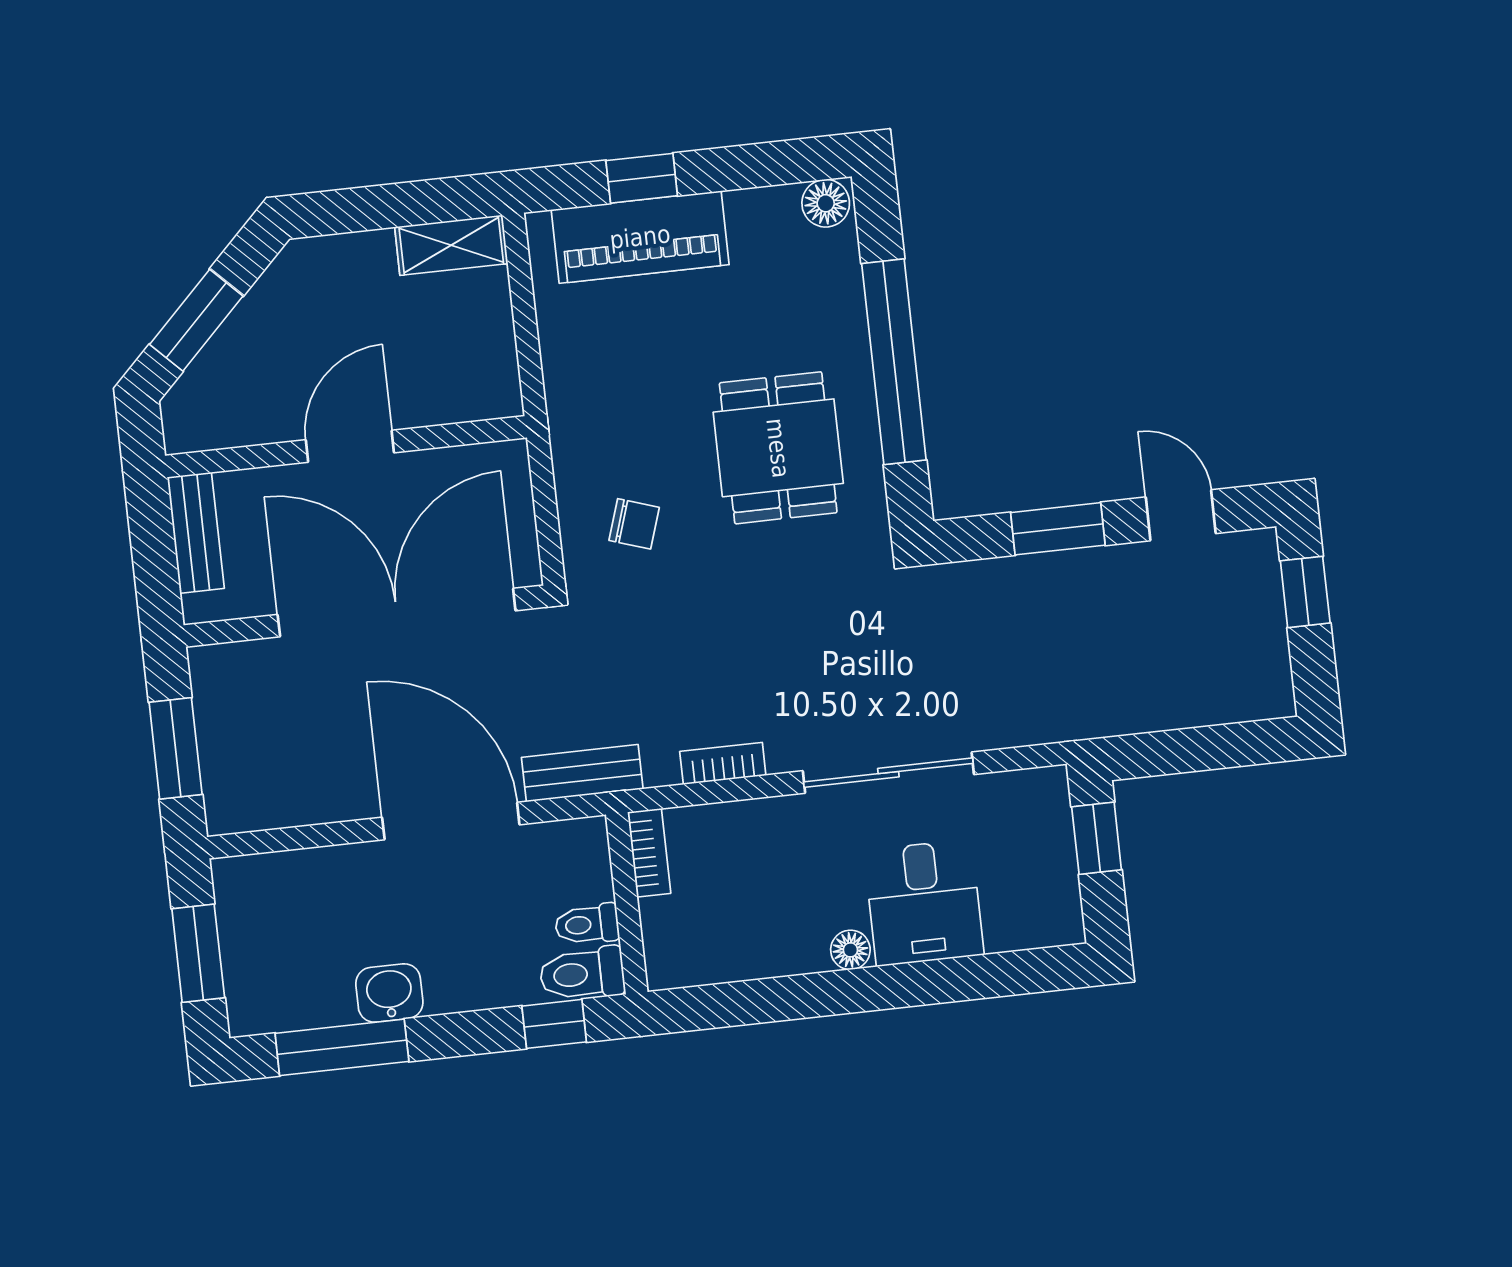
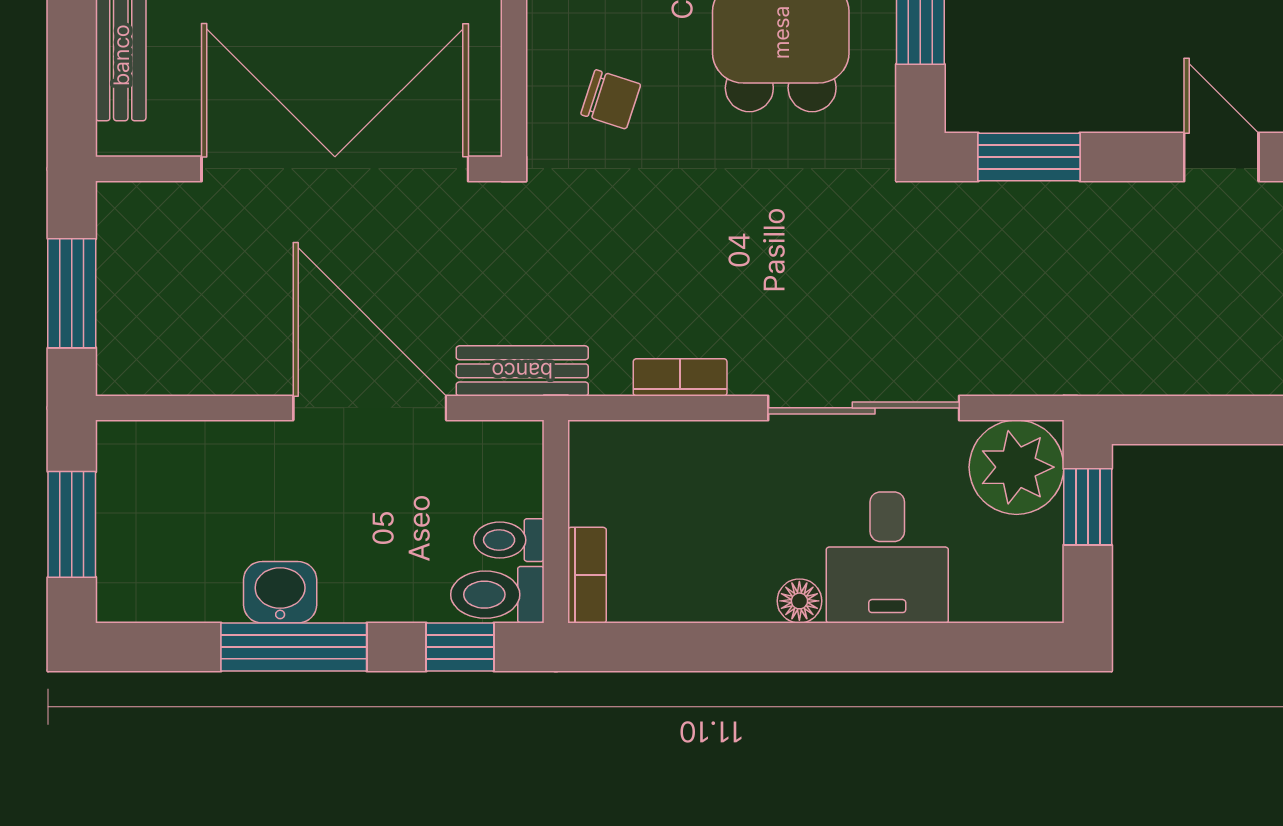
window: (1058, 529) -> (1029, 157), moved
plant: (1030, 810) -> (1016, 467), added
bookcase: (649, 853) -> (587, 575), moved
window: (342, 1047) -> (294, 647), moved

